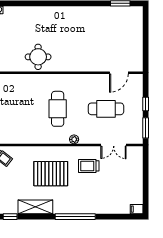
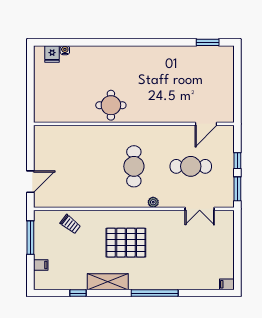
trolley: (89, 166) -> (170, 234), removed

